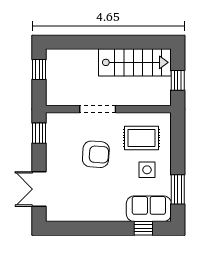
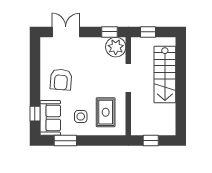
stairs: (135, 62) -> (165, 74), moved
window: (39, 70) -> (148, 32), moved
plant: (58, 125) -> (116, 47), added
armchair: (96, 154) -> (61, 80), moved

